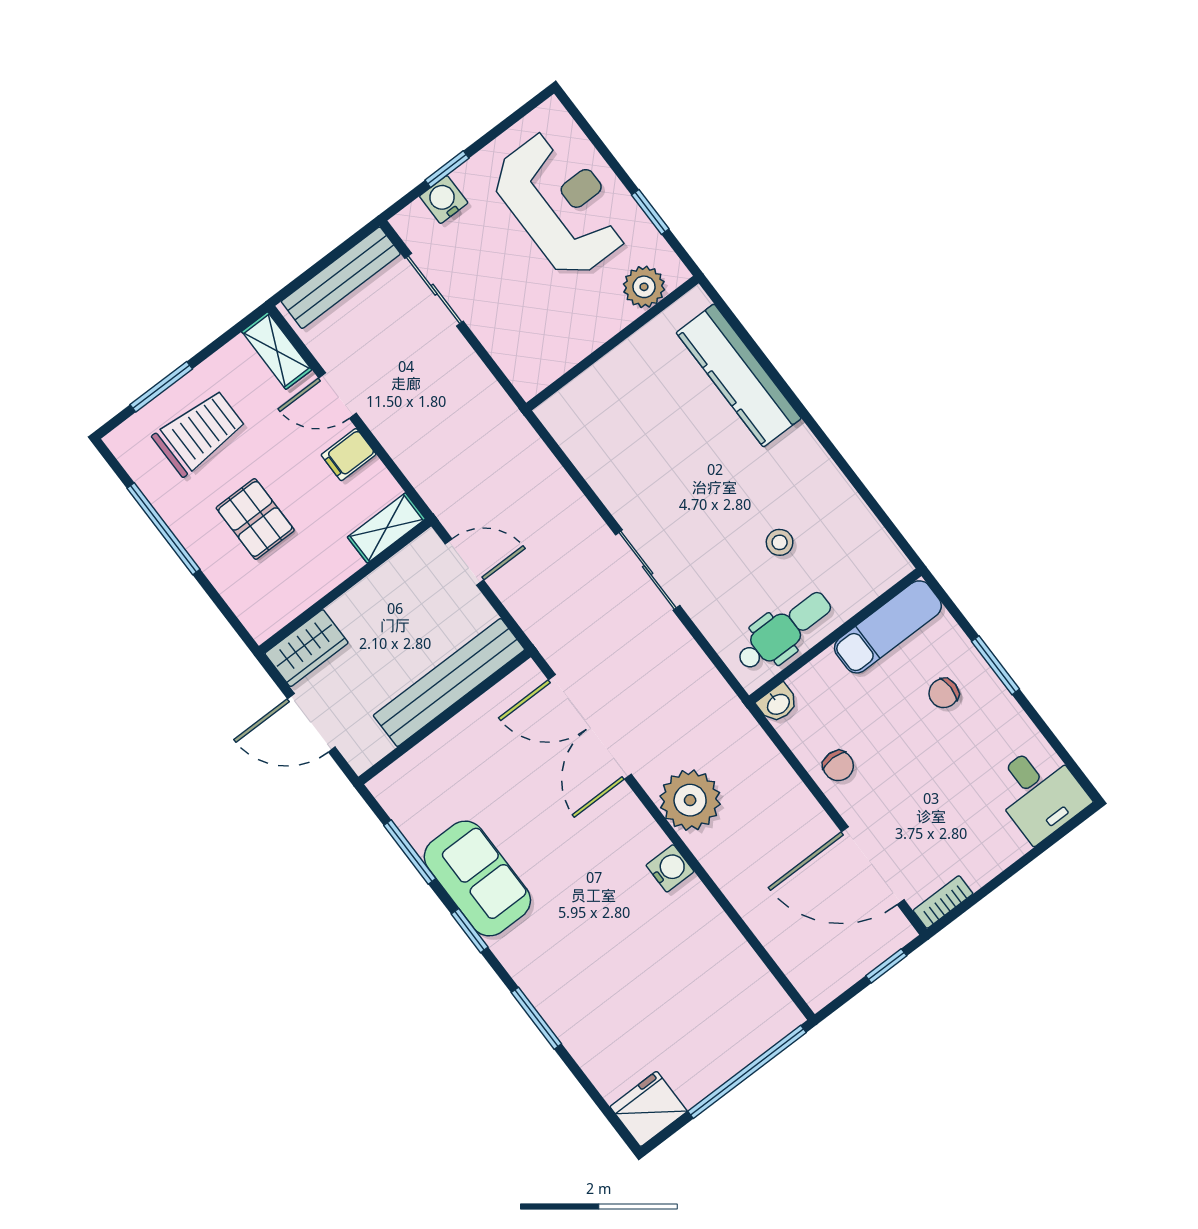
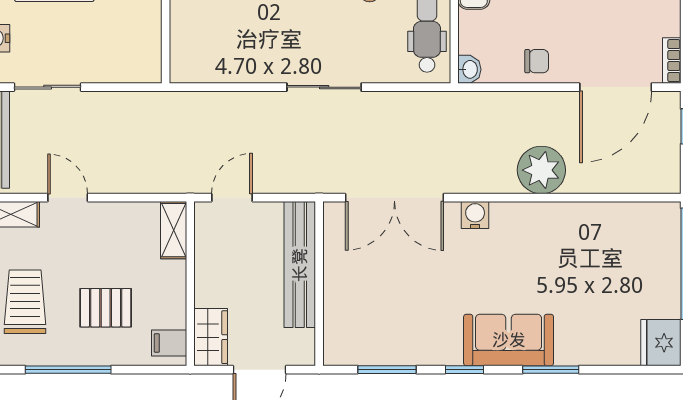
door: (337, 395) -> (68, 198), swing flipped
filing cabinet: (349, 455) -> (169, 343), moved, turned 90
plant: (690, 800) -> (541, 170), moved
water cooler: (670, 868) -> (475, 215), moved
sofa: (477, 879) -> (509, 340), moved

